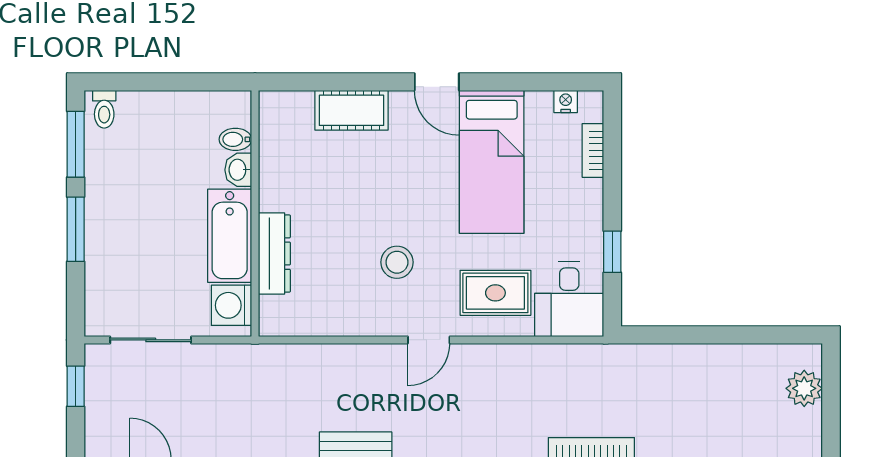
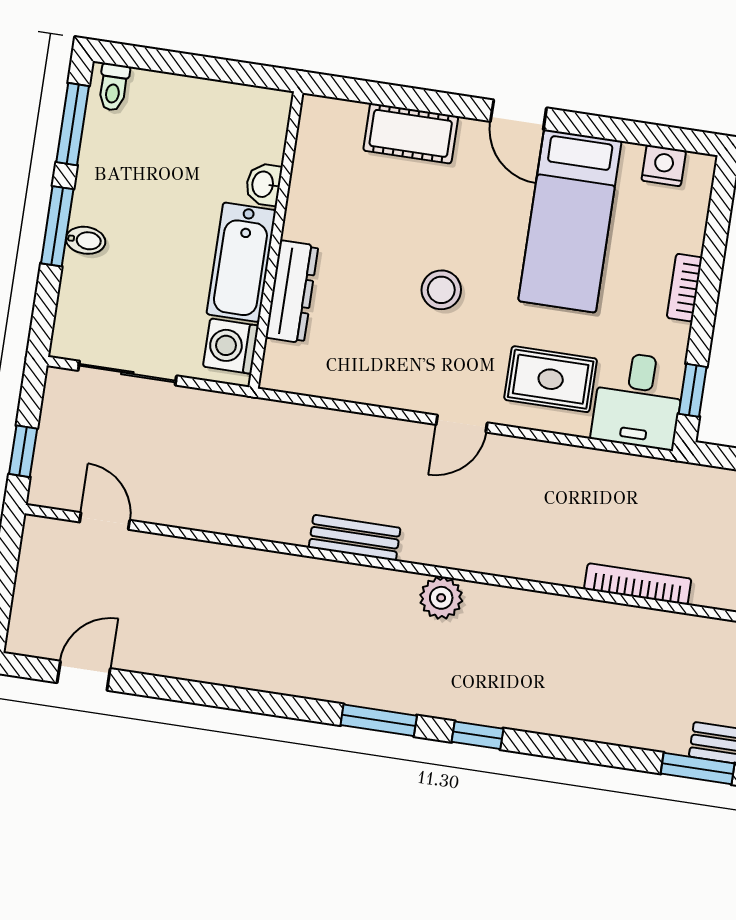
nightstand: (566, 101) -> (664, 166), width x1.39, depth x1.35
bidet: (235, 139) -> (86, 240), moved, turned 180
bookcase: (593, 150) -> (685, 288), moved
window: (612, 252) -> (693, 390), moved
stool: (397, 262) -> (441, 290), moved
window: (76, 386) -> (23, 451), moved

